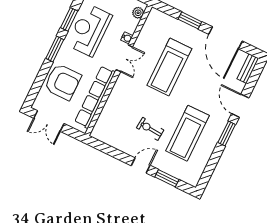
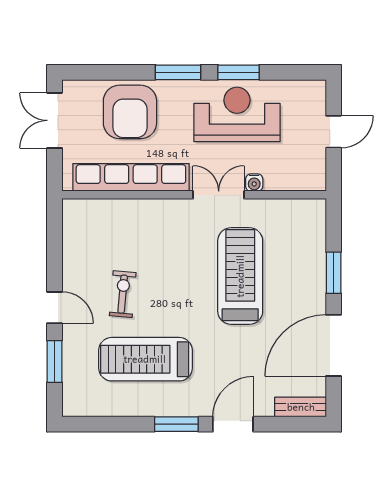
plant: (138, 13) -> (305, 181), removed
double door: (124, 58) -> (219, 195), swing flipped
treadmill: (169, 67) -> (240, 276), turned 90

